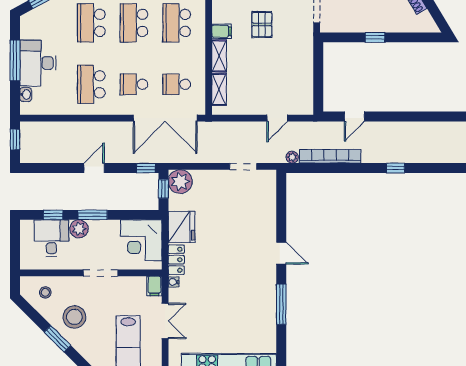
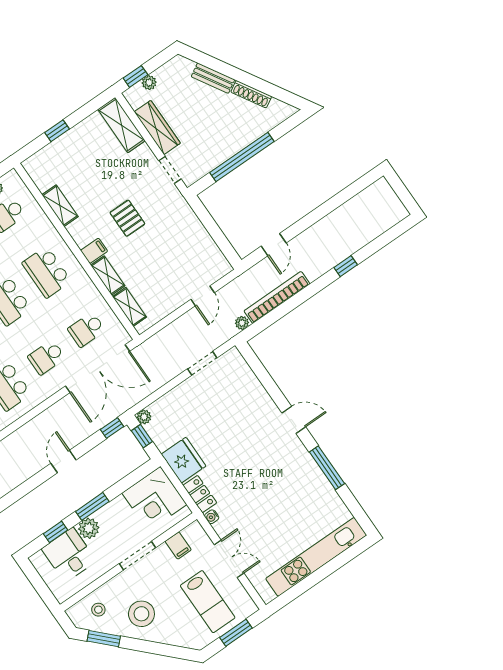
window: (375, 37) -> (242, 157), width x3.17
plant: (180, 182) -> (144, 417), width x0.53, depth x0.53
filing cabinet: (154, 286) -> (178, 546), moved
window: (58, 339) -> (104, 639), moved

